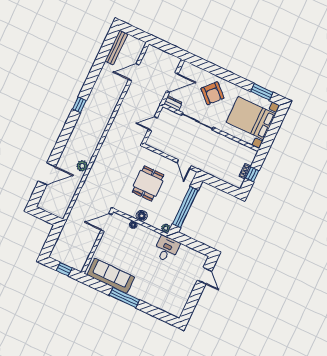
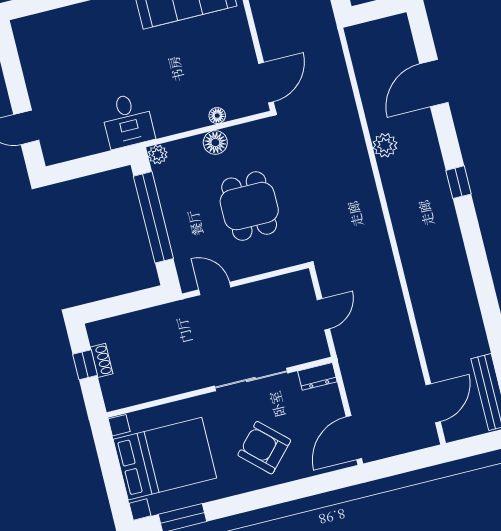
door: (134, 72) -> (433, 403), moved
door: (172, 82) -> (354, 438), moved
window: (79, 105) -> (458, 182), moved

